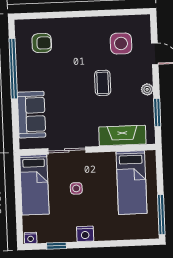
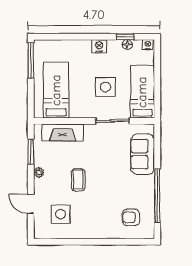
side table: (76, 188) -> (105, 87), width x1.87, depth x1.87
floor lamp: (54, 237) -> (127, 44), added

